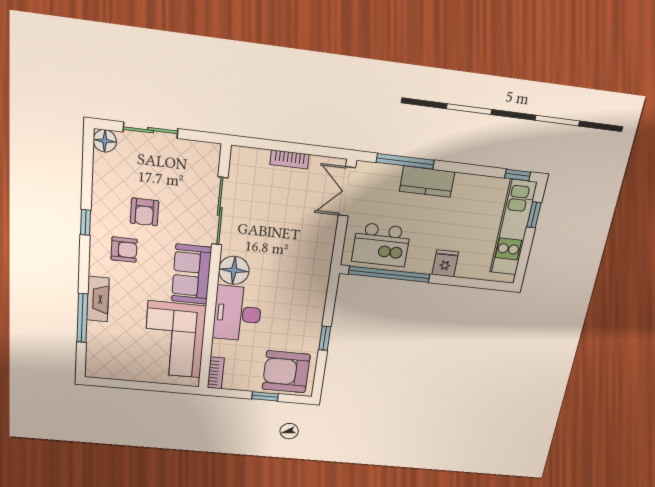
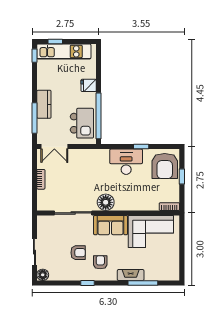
desk: (237, 314) -> (126, 162), moved, turned 180

